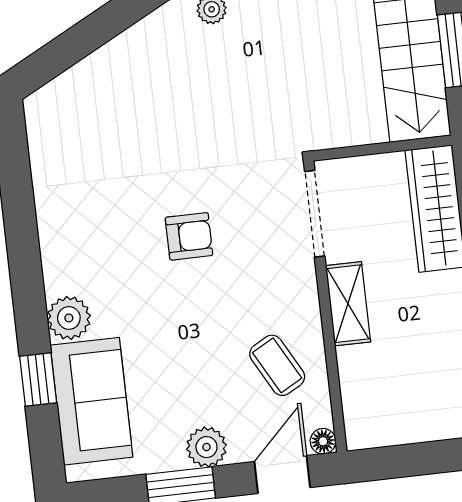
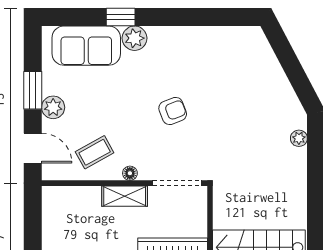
armchair: (189, 236) -> (173, 111), turned -111
window: (38, 380) -> (121, 17), moved
floor lamp: (323, 441) -> (130, 173), moved

